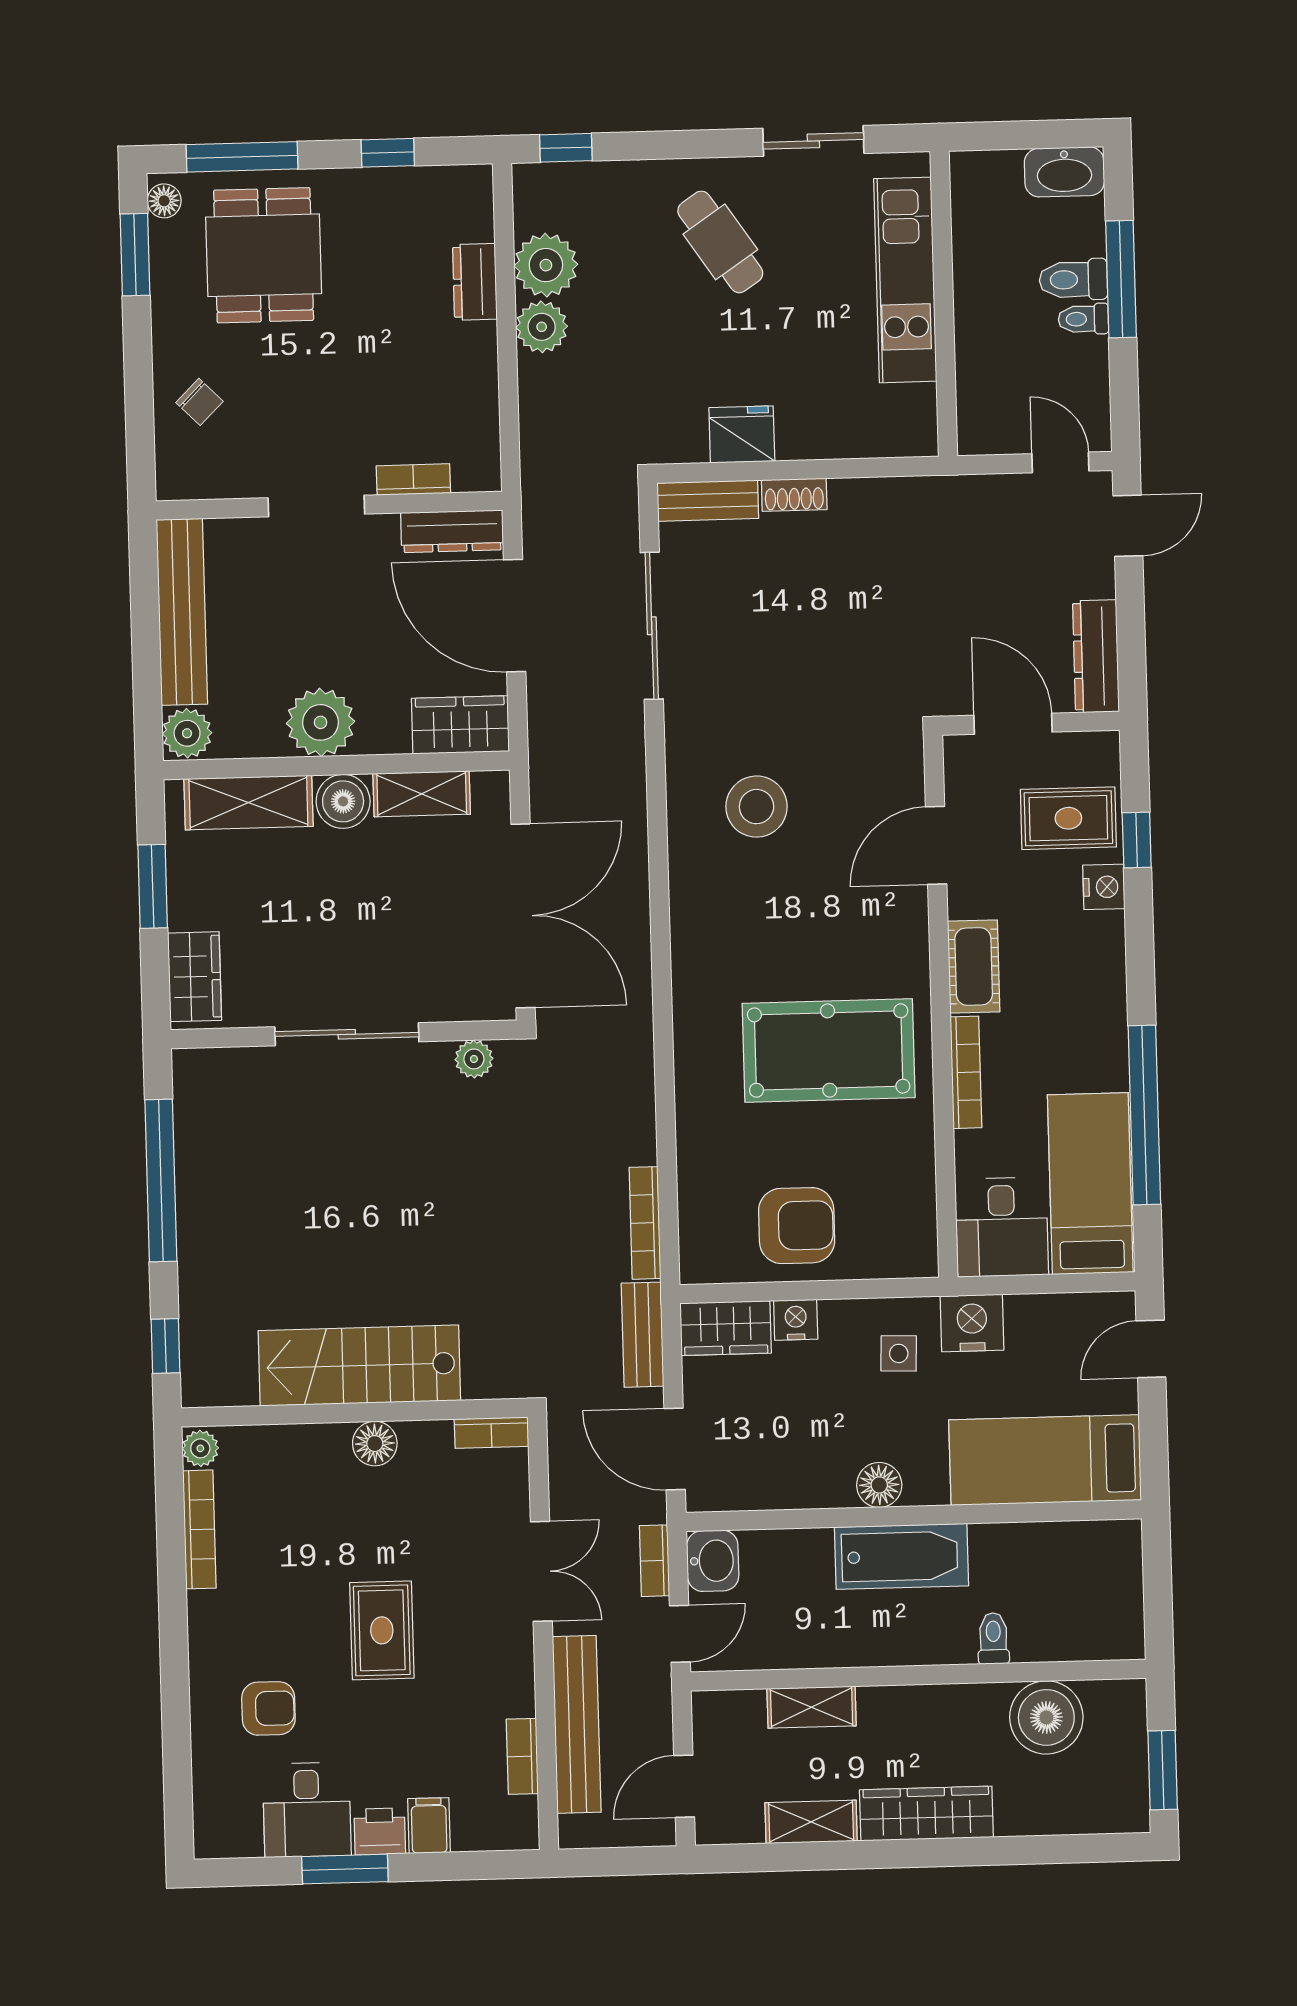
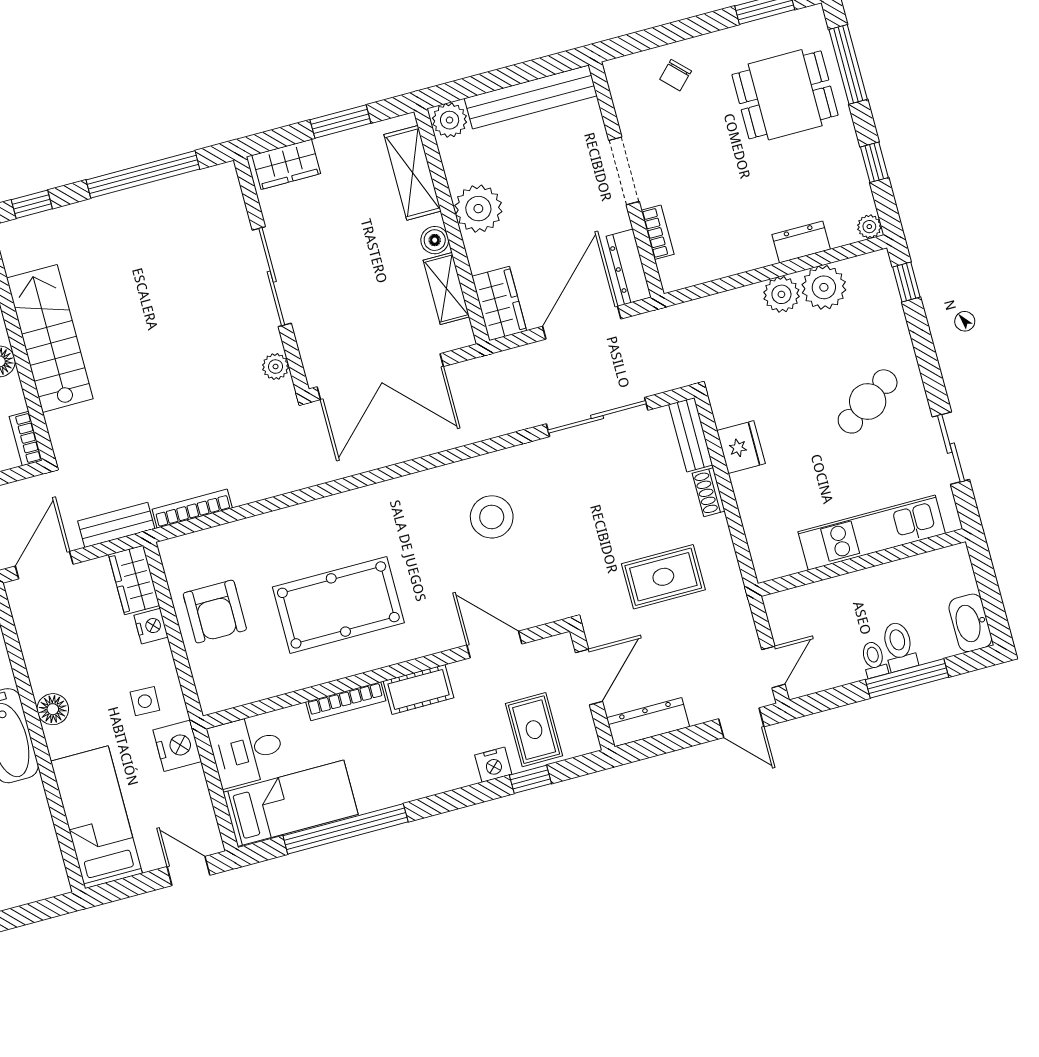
plant: (476, 181) -> (869, 227), added
floor lamp: (164, 201) -> (806, 19), removed
rug: (898, 586) -> (663, 577), added
boiler: (343, 801) -> (435, 240), width x0.73, depth x0.73
pool table: (829, 1051) -> (338, 605), turned 90

